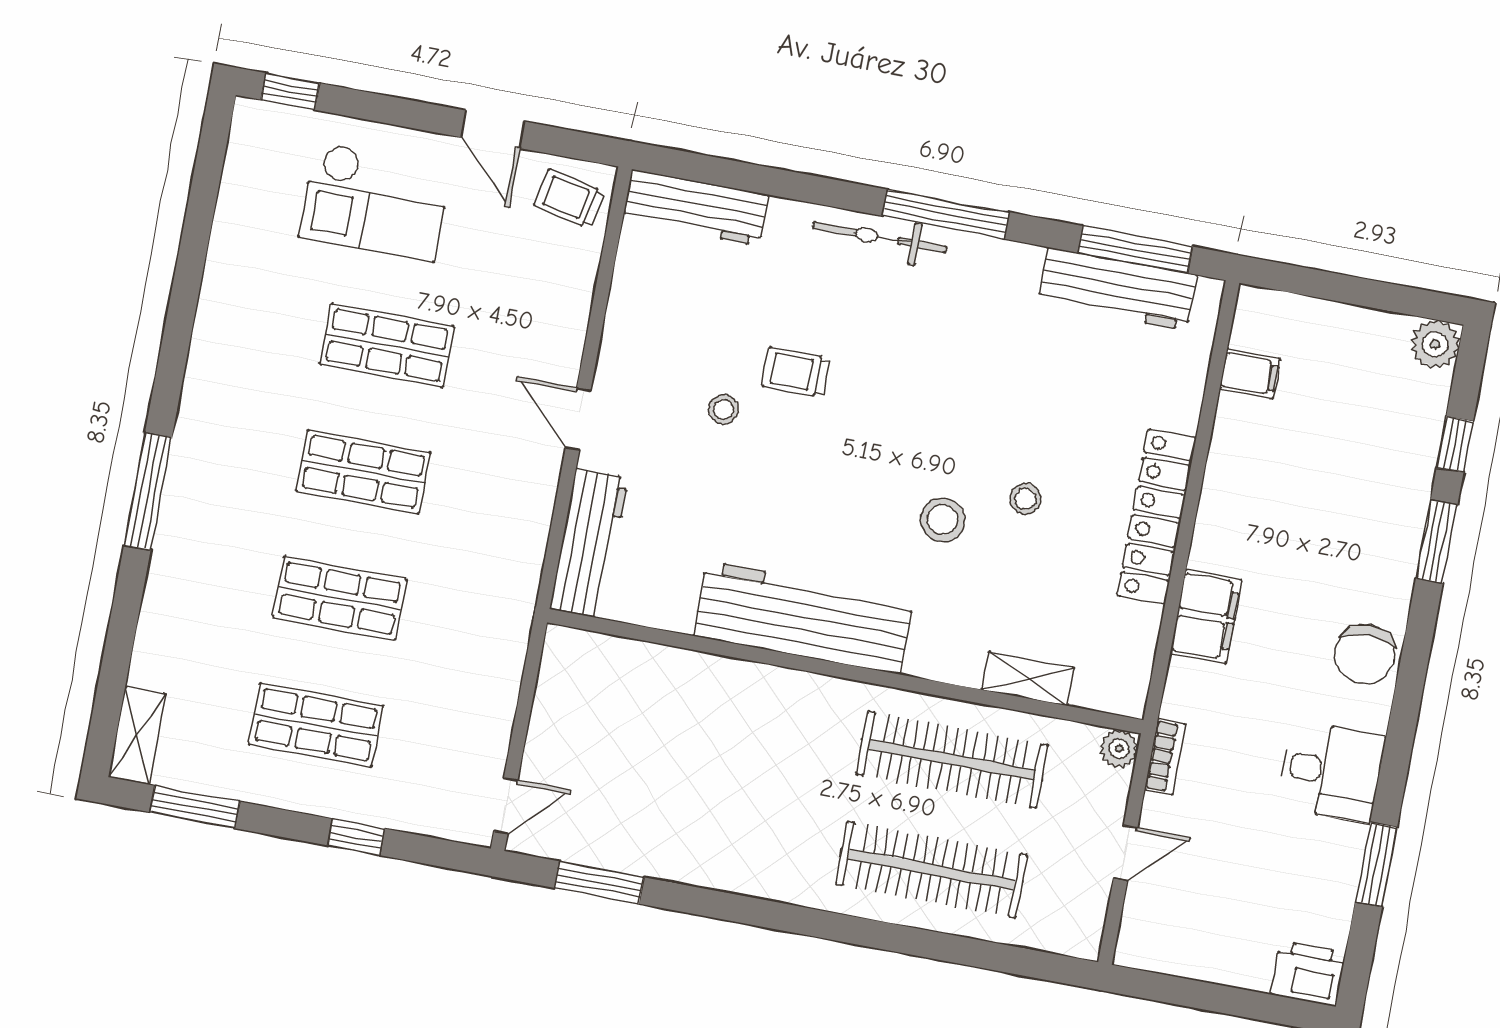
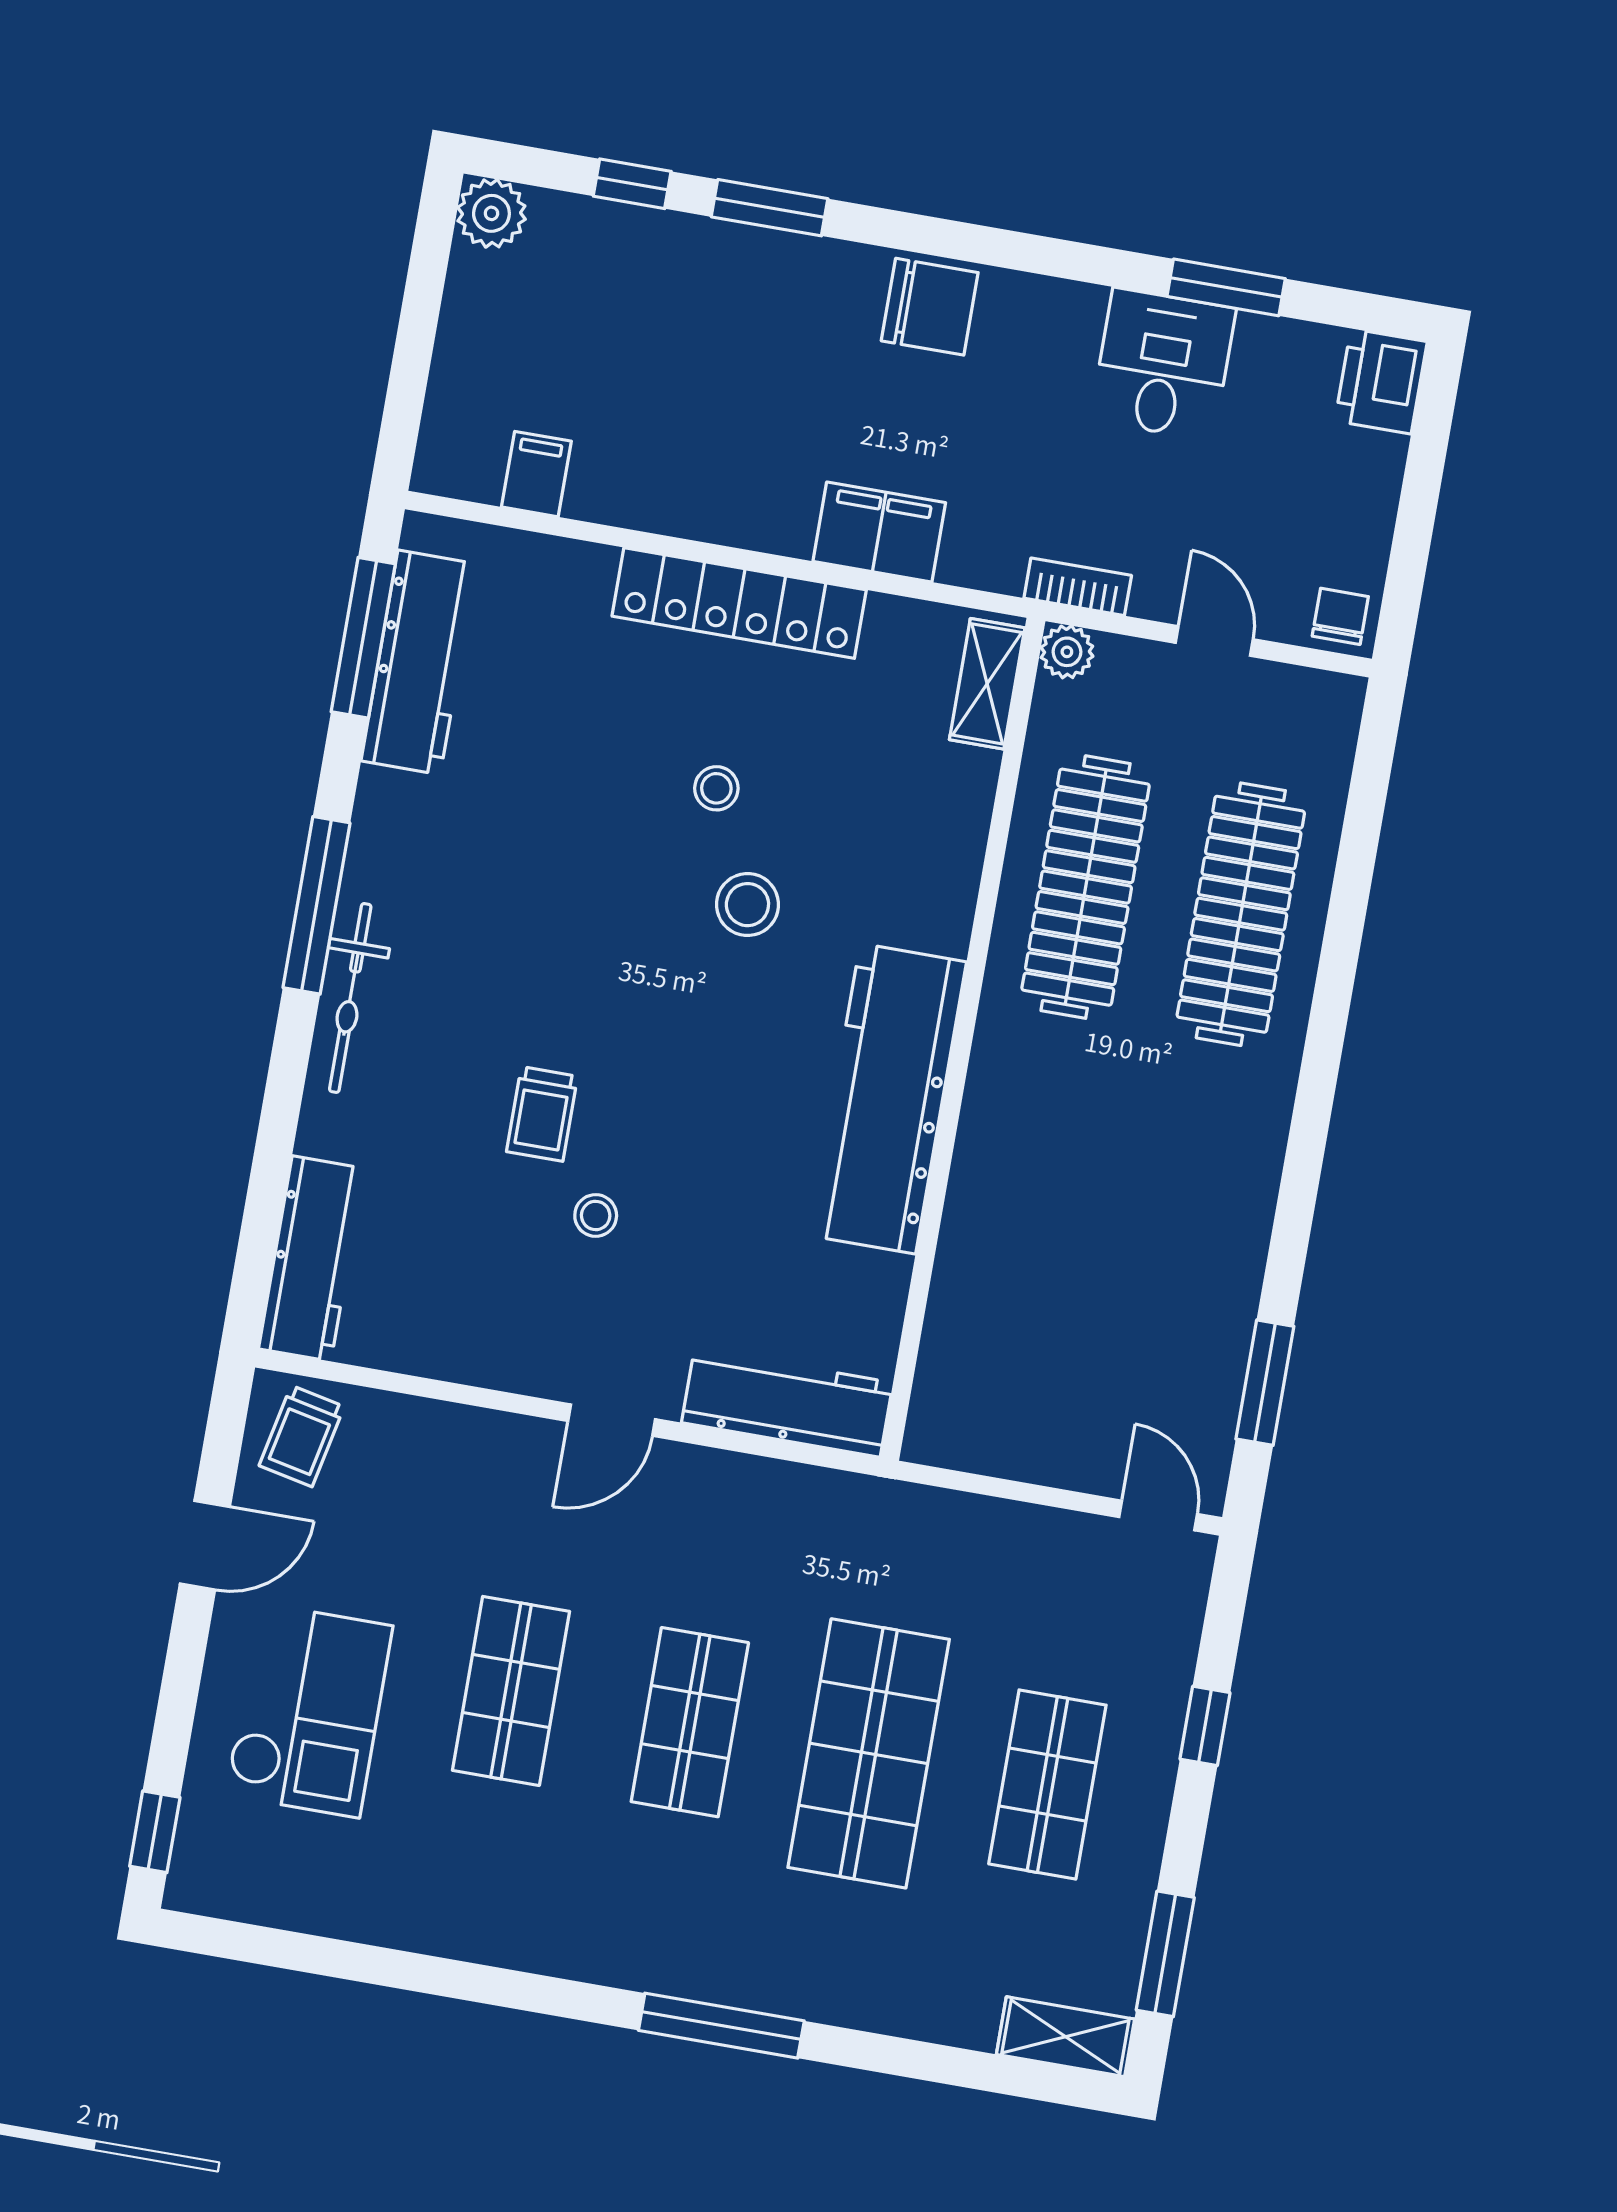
shop shelf: (340, 598) -> (869, 1753), width x1.43, depth x1.36
shelving: (1028, 679) -> (987, 684), moved
desk: (1331, 772) -> (1163, 364), moved
chair: (1142, 943) -> (1340, 616), added

